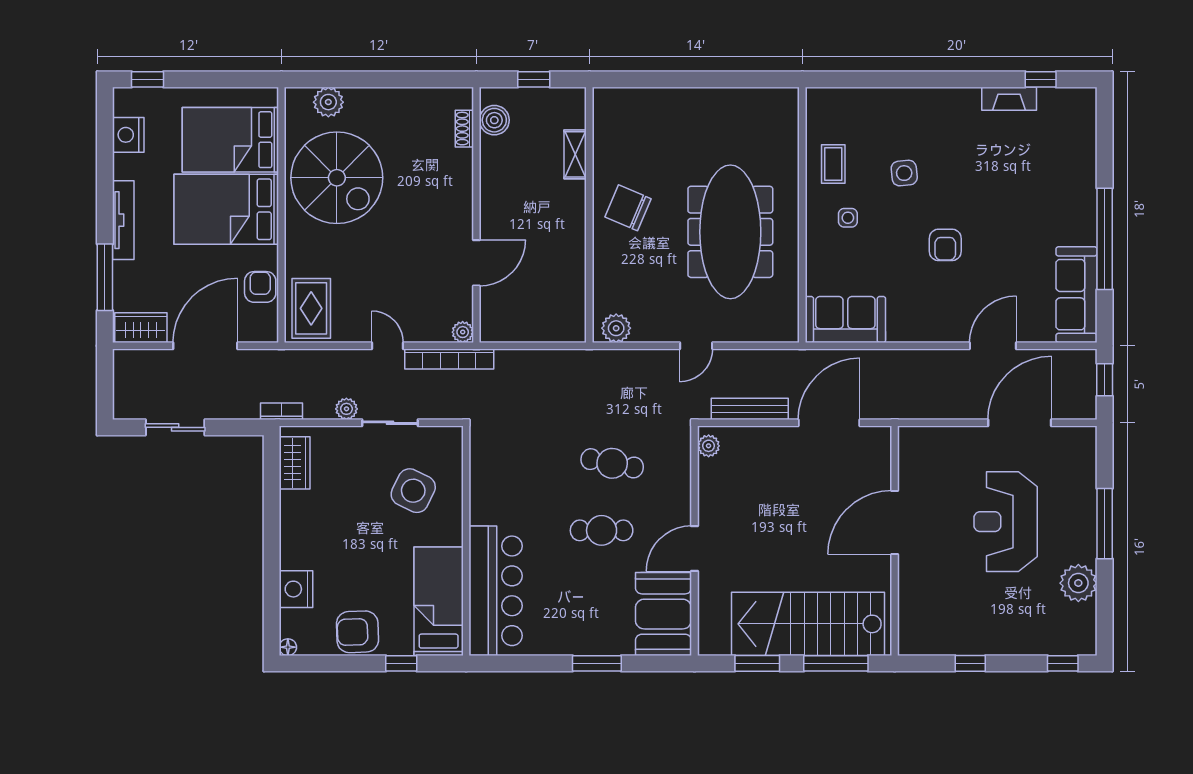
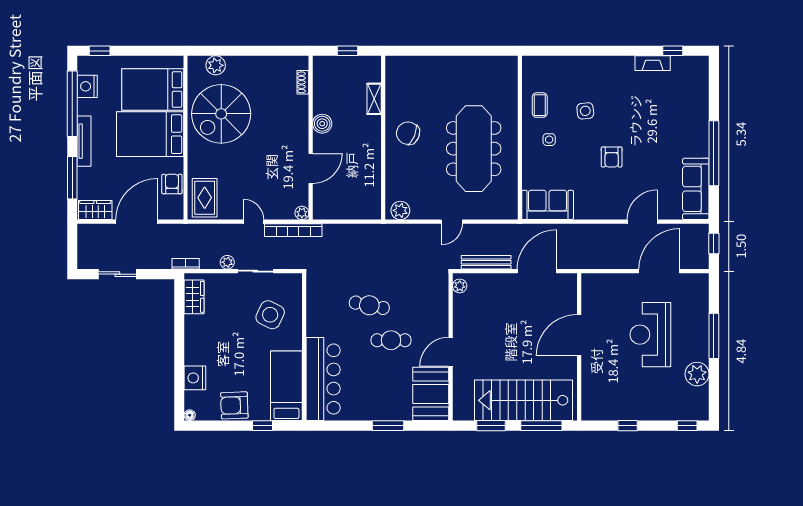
boiler: (494, 120) -> (322, 124), moved
window: (105, 162) -> (72, 104), added
spiral stairs: (337, 178) -> (221, 114), turned 90
cafe table: (612, 463) -> (369, 305), moved

